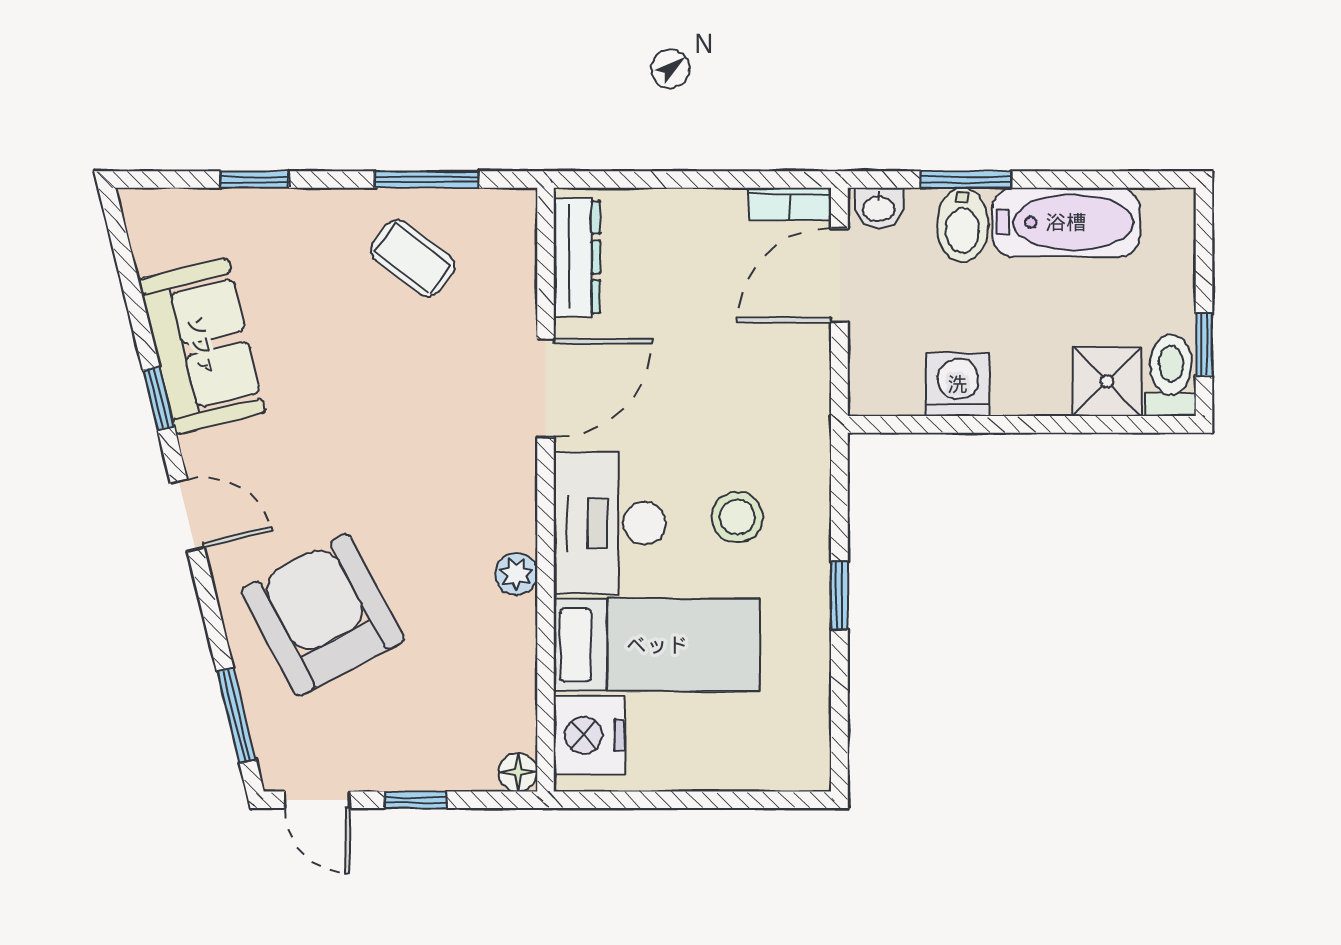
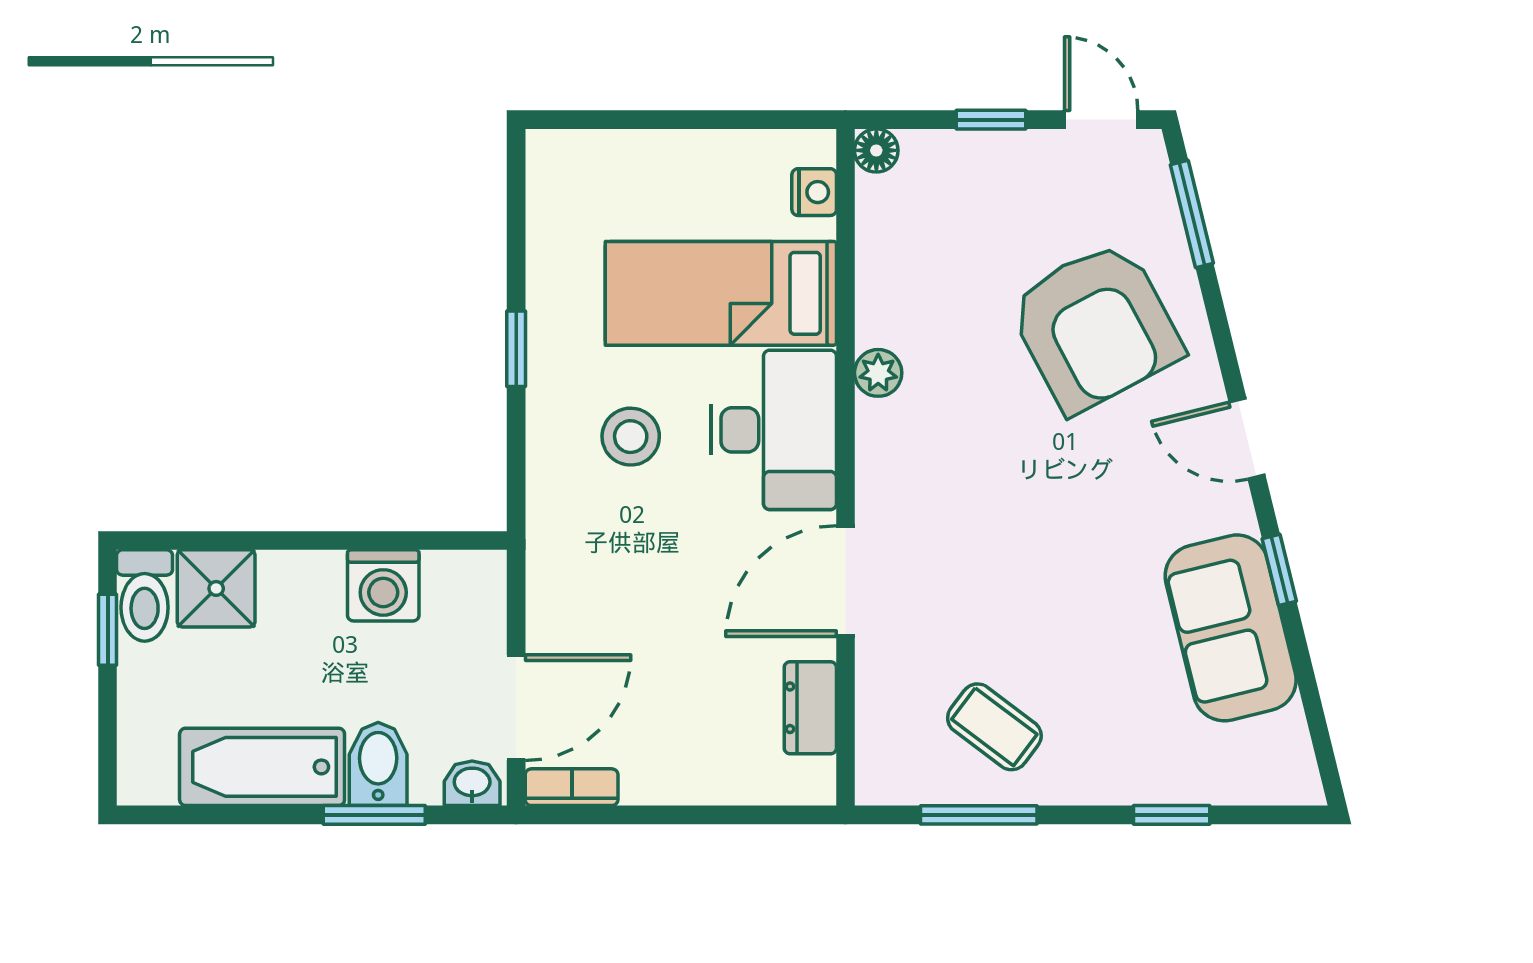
dresser: (577, 257) -> (810, 708), width x0.70
nightstand: (589, 735) -> (814, 192), width x0.53, depth x0.56

